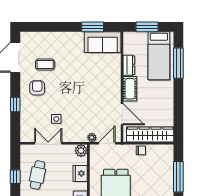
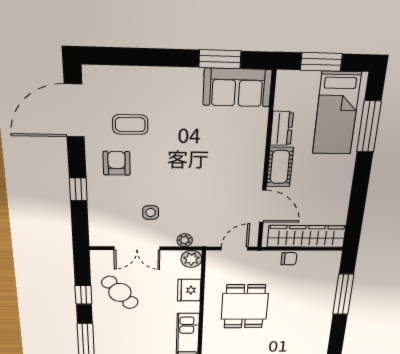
plant: (92, 138) -> (185, 240), moved
double door: (48, 143) -> (137, 248), swing flipped
cafe table: (38, 175) -> (120, 292), turned -52

